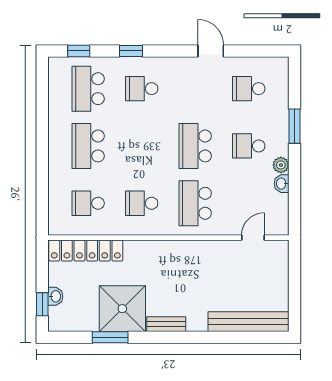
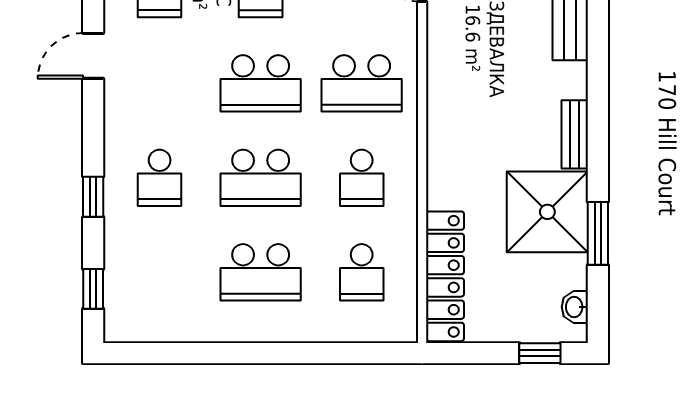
school desk: (88, 89) -> (261, 178), moved
washbasin: (55, 296) -> (575, 307), moved, turned -90

